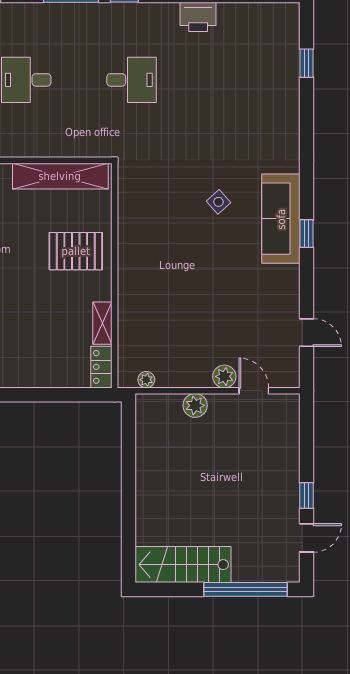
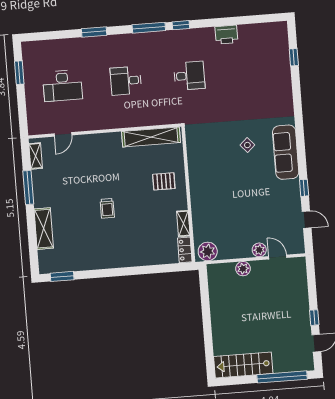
window: (306, 234) -> (304, 188), moved
pallet: (76, 251) -> (164, 181), width x0.67, depth x0.71
plant: (146, 380) -> (208, 251), width x1.88, depth x1.88

